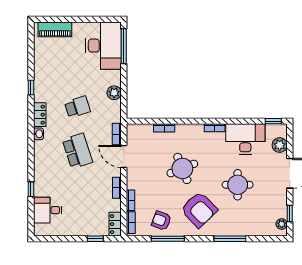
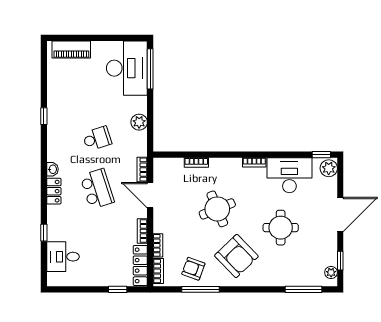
locker: (40, 115) -> (54, 191), moved
plant: (280, 145) -> (329, 168), moved
locker: (115, 224) -> (140, 265), width x1.53
window: (230, 239) -> (303, 289), moved

